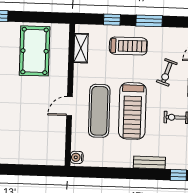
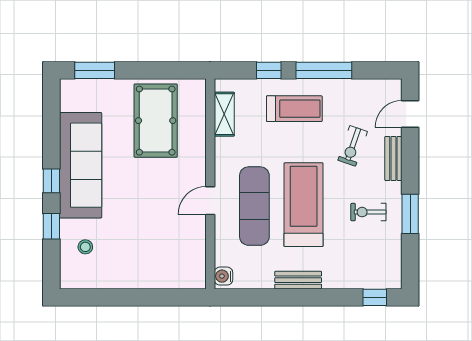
window: (149, 21) -> (324, 70), width x1.44
treadmill: (132, 111) -> (304, 205), turned 180
bench: (149, 163) -> (298, 280), moved

